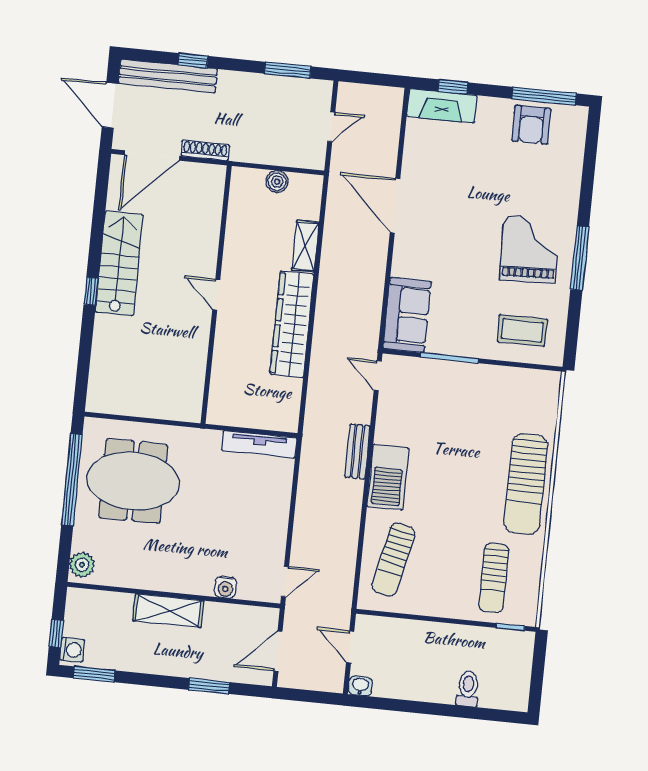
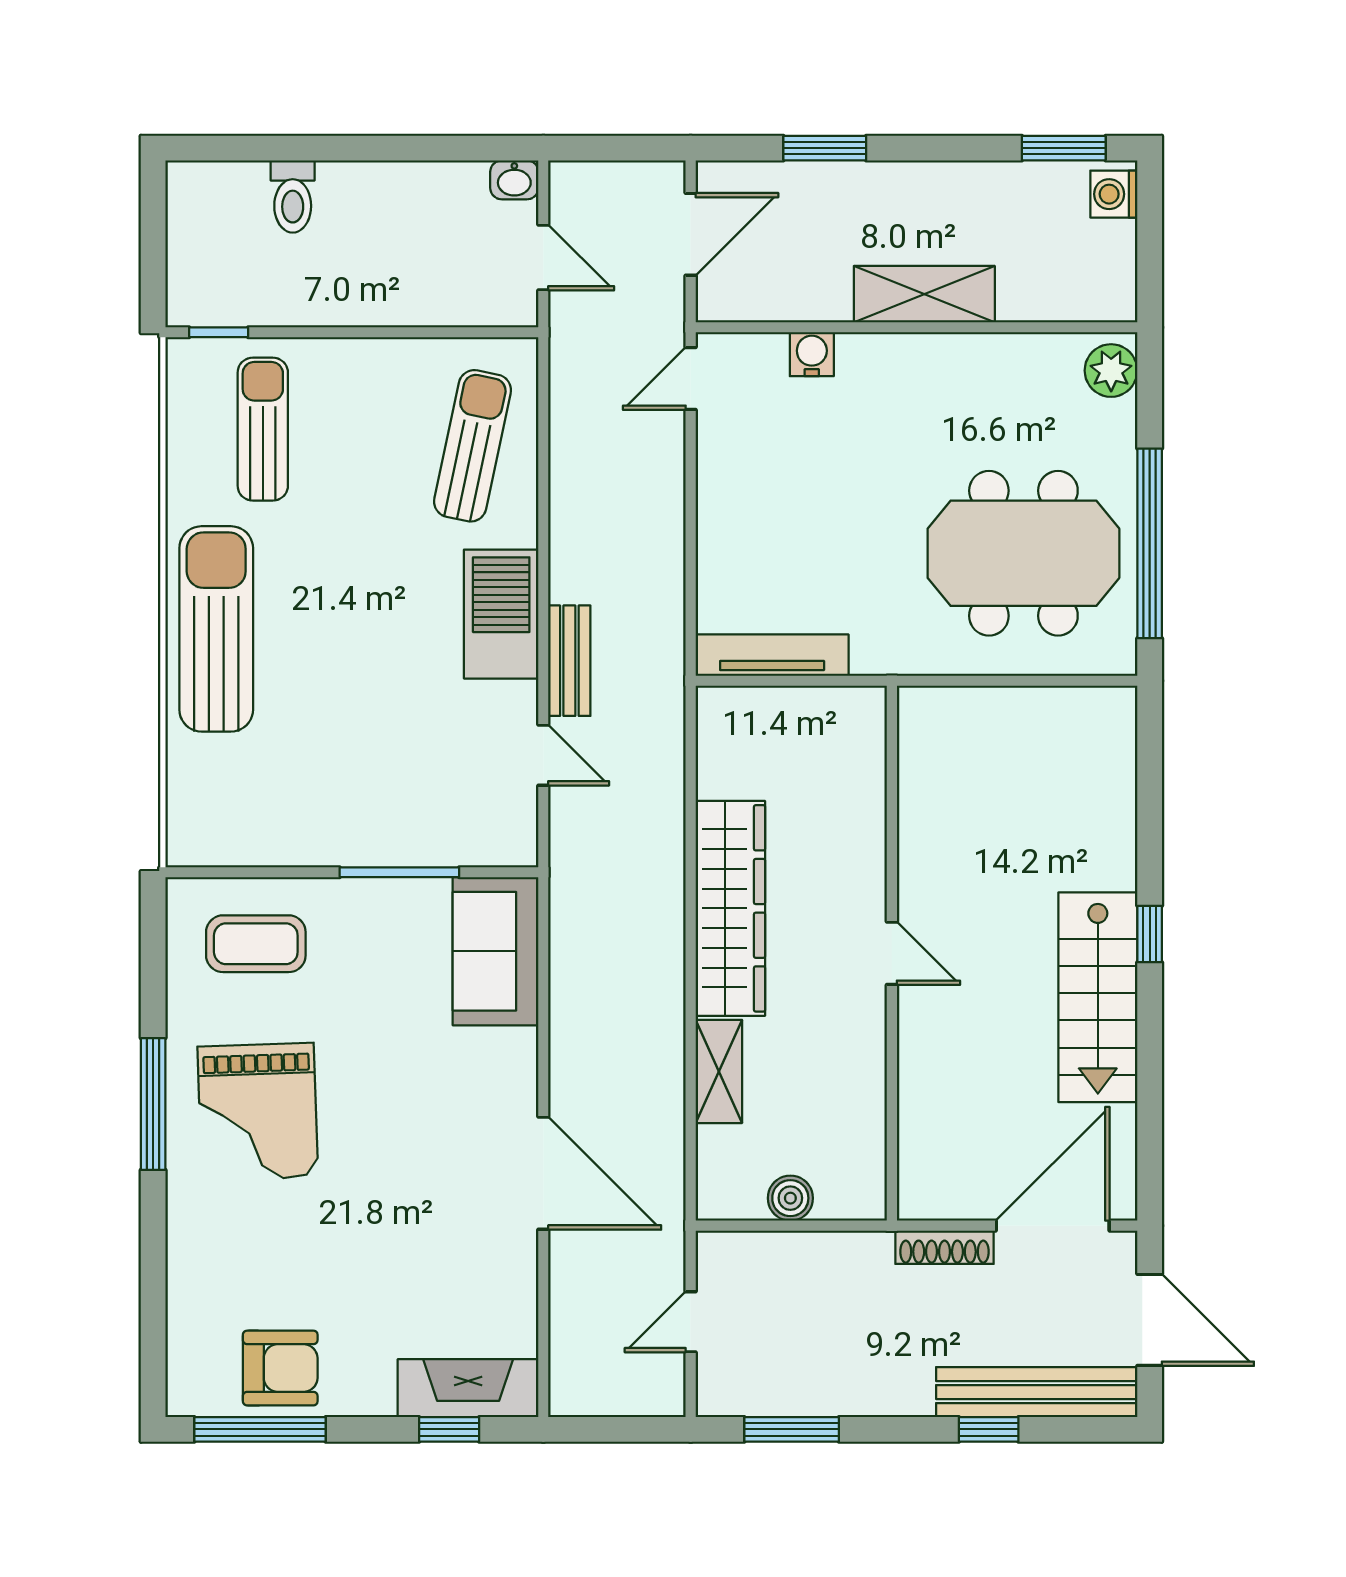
armchair: (531, 125) -> (280, 1368), turned 90
door: (378, 375) -> (543, 755), moved
window: (56, 634) -> (1150, 224), removed

